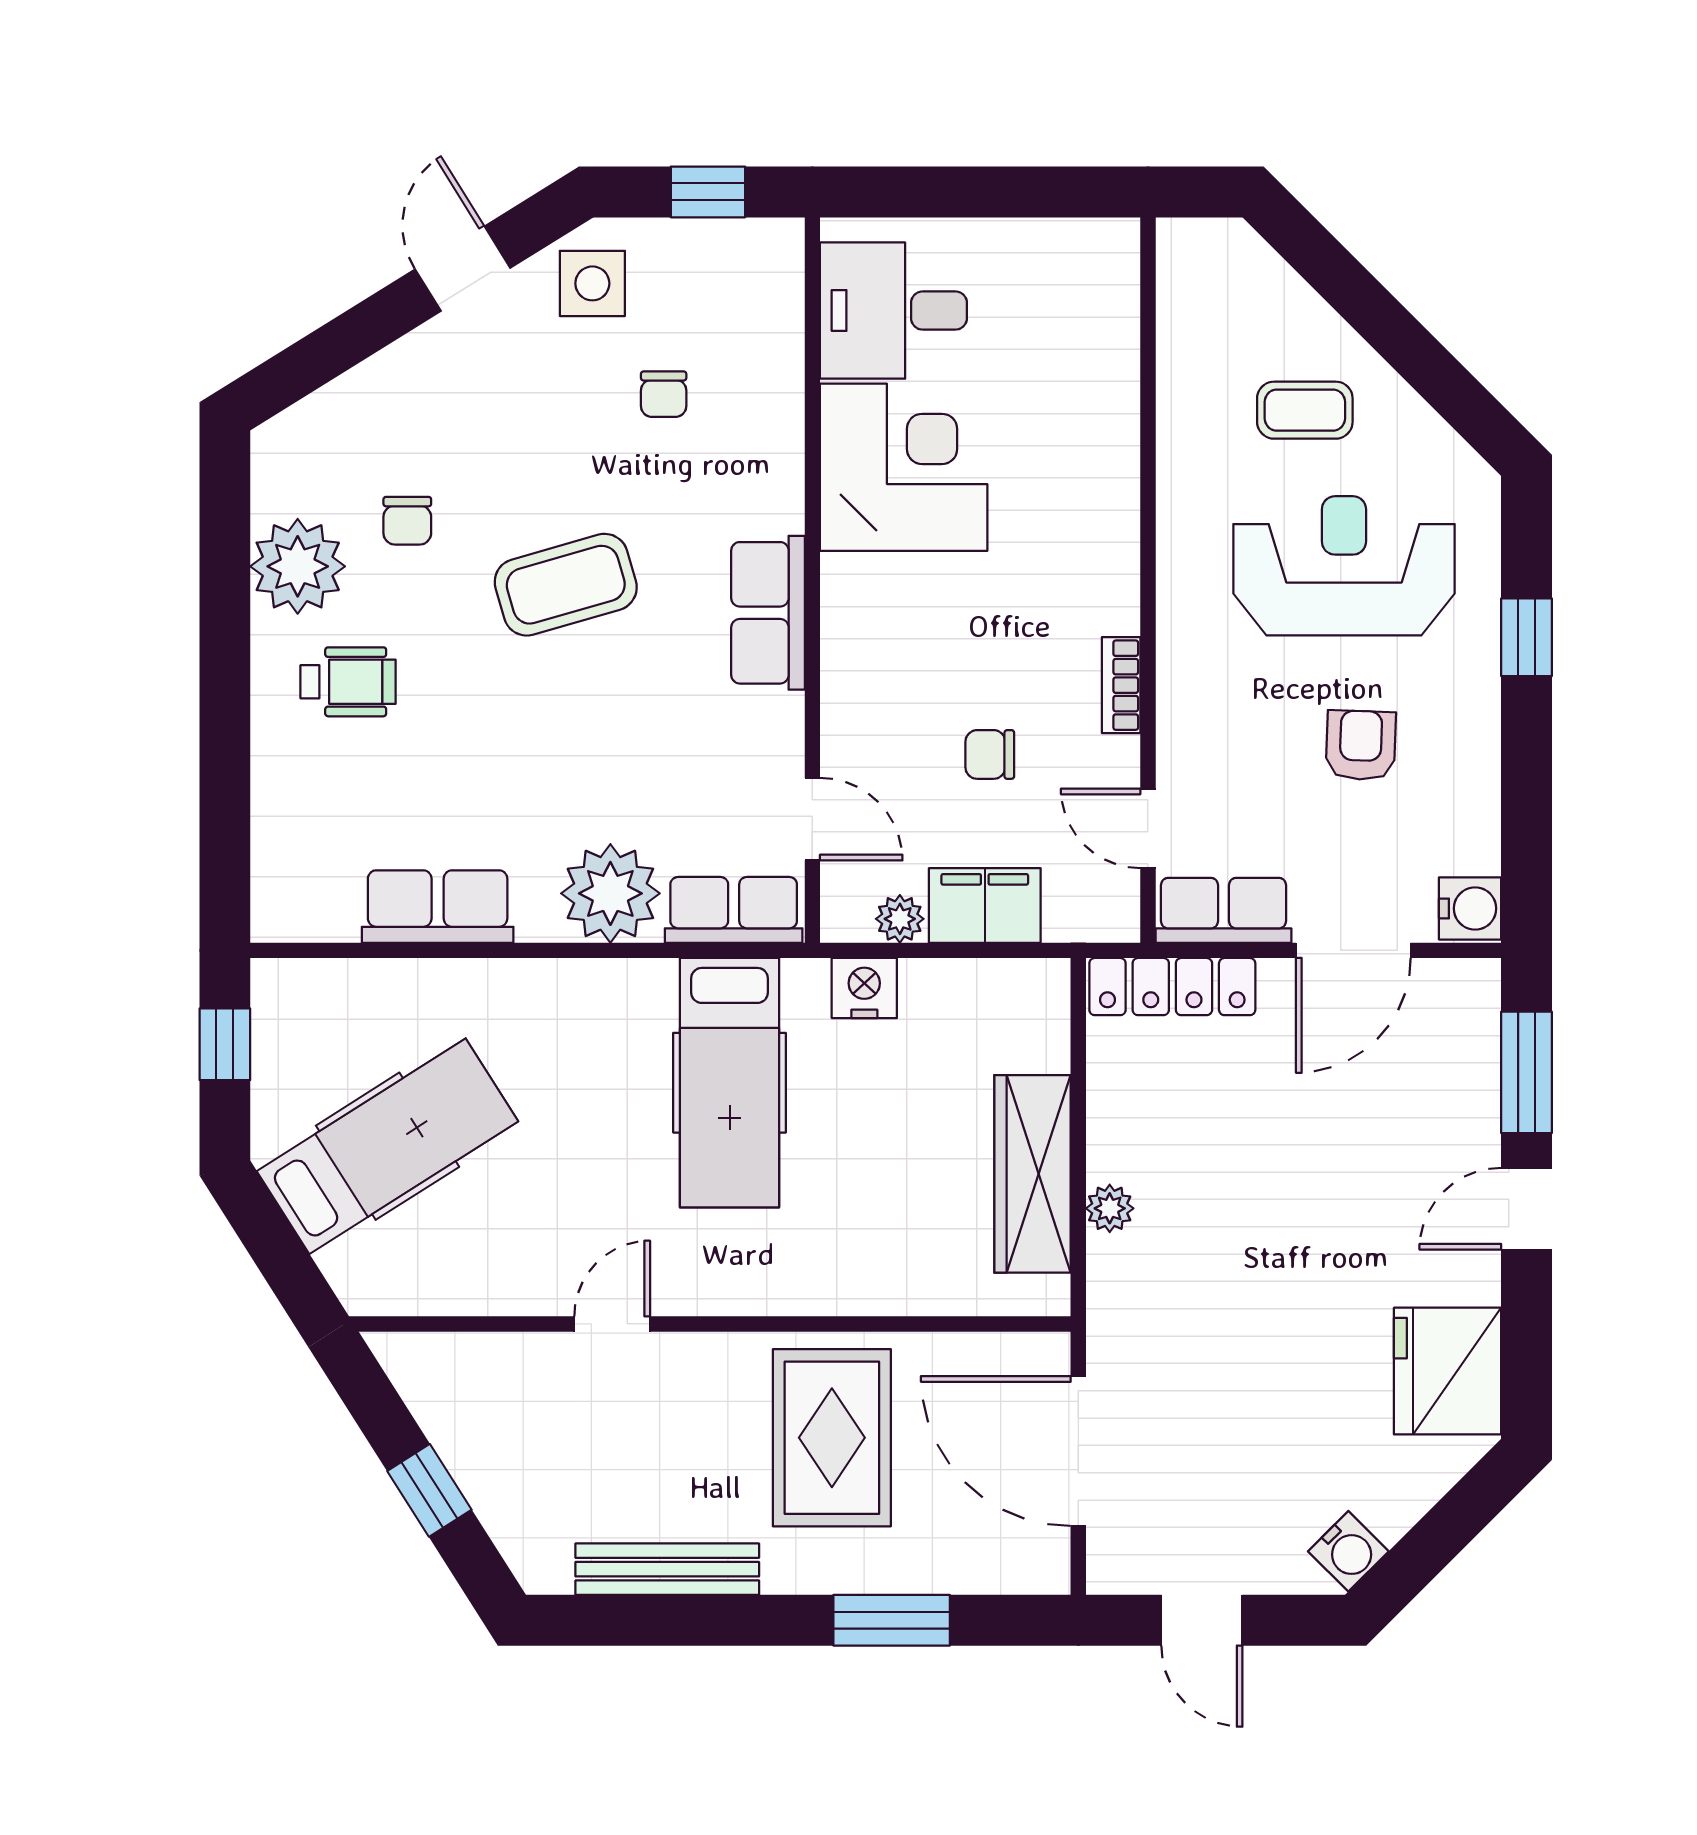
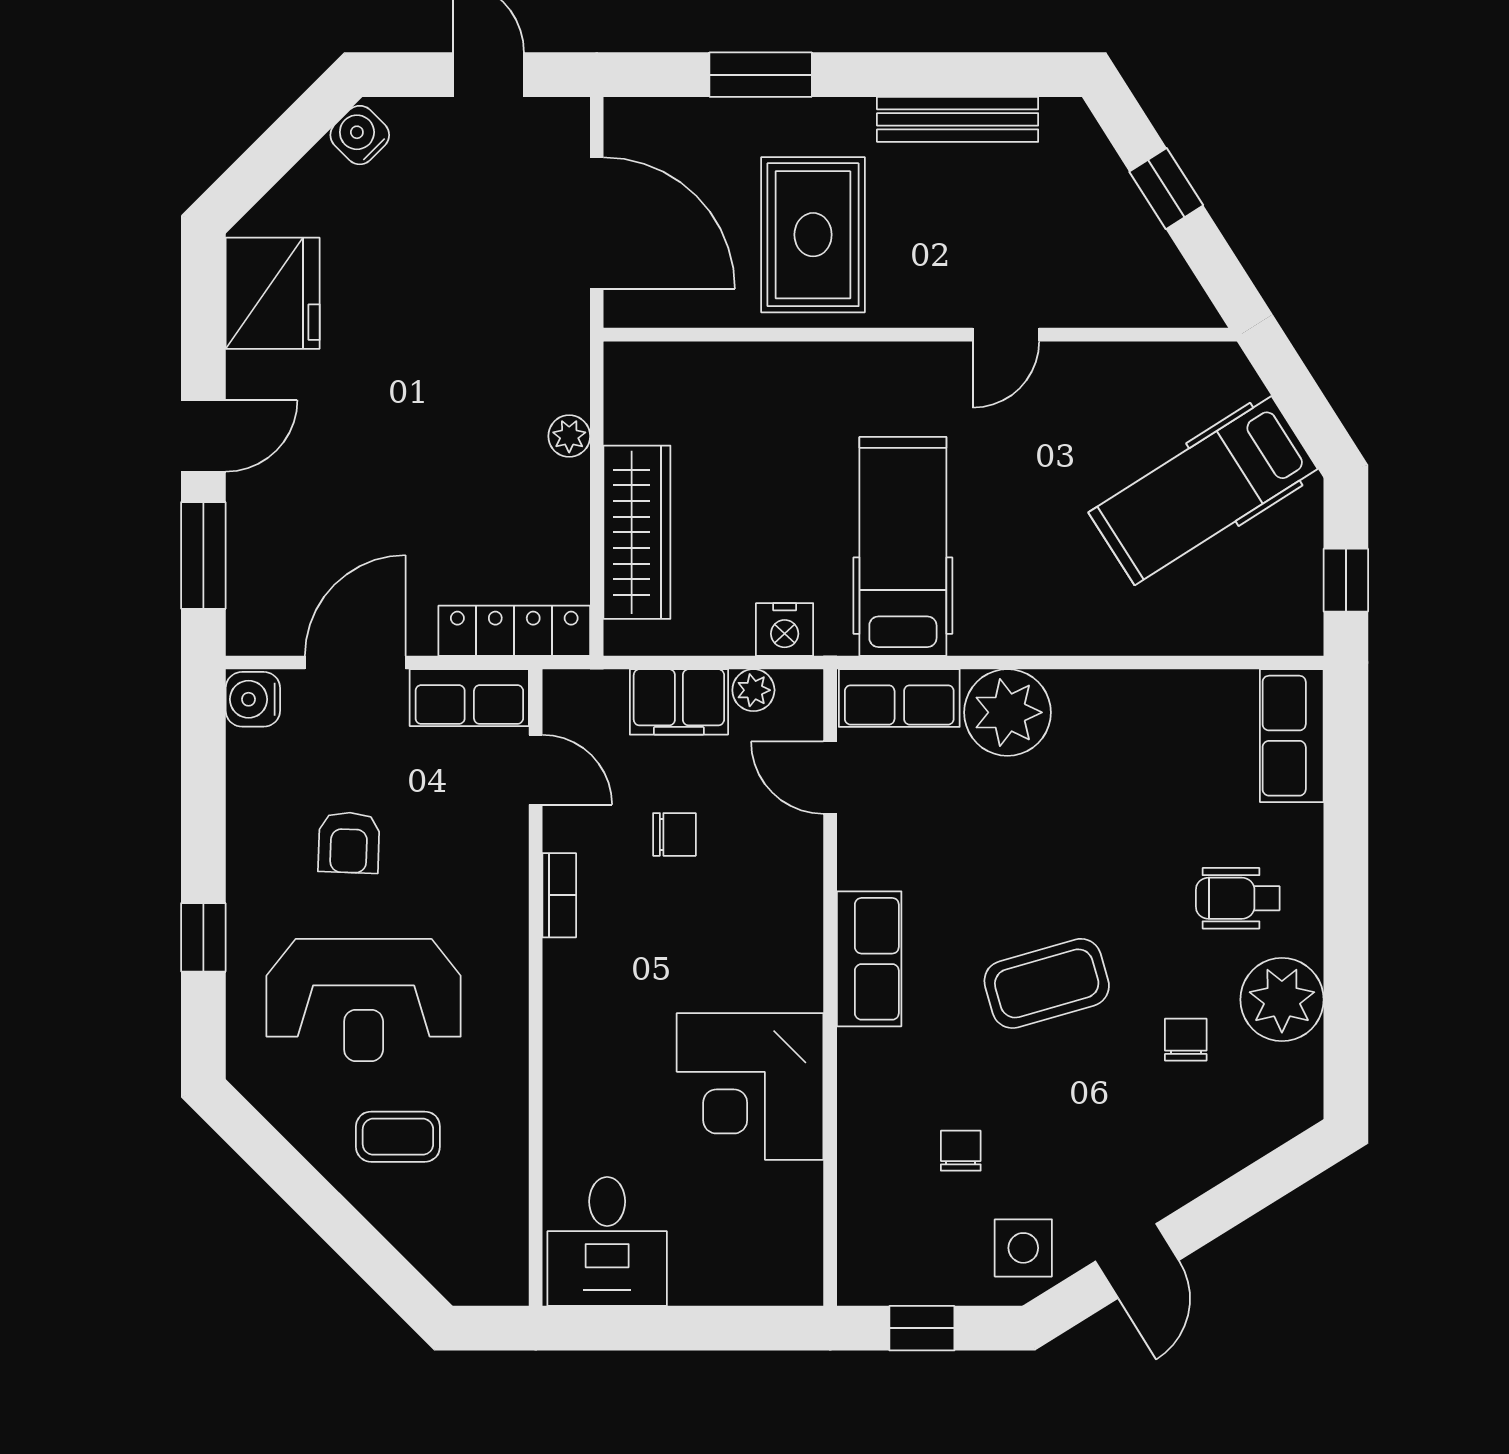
desk: (893, 311) -> (607, 1241), moved, turned 90
row of seats: (438, 907) -> (1292, 736), moved, turned 90
wardrobe: (1033, 1174) -> (637, 532), moved

